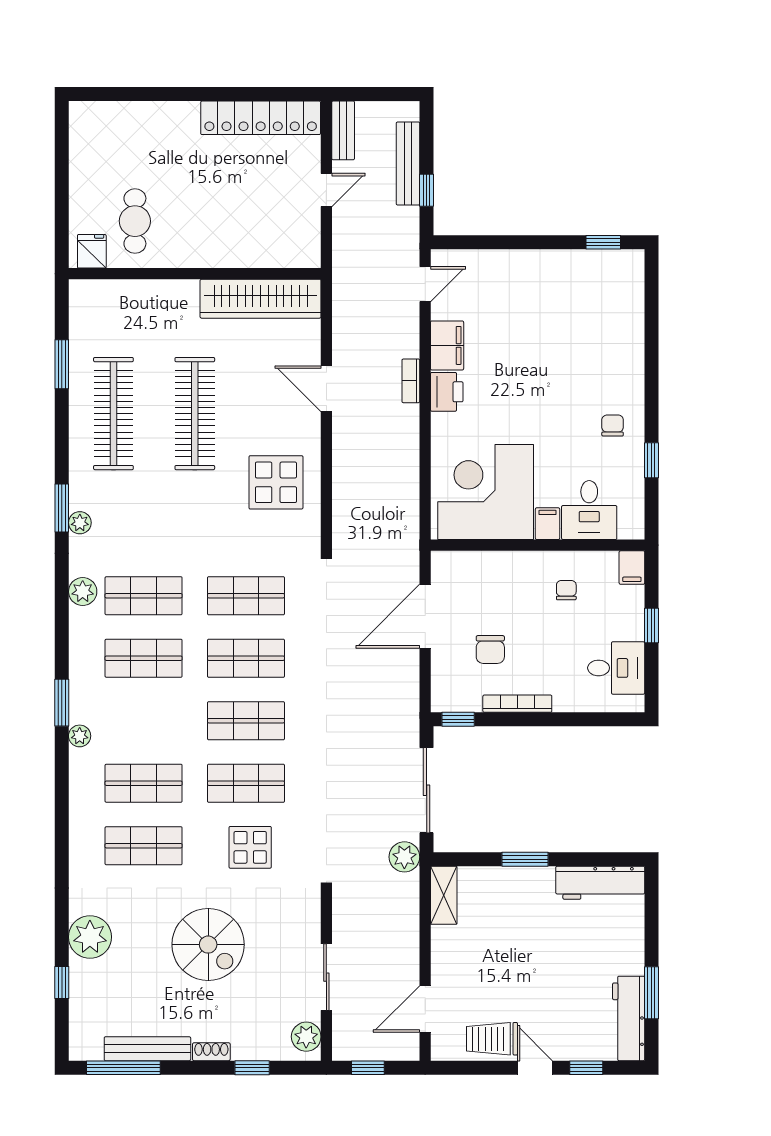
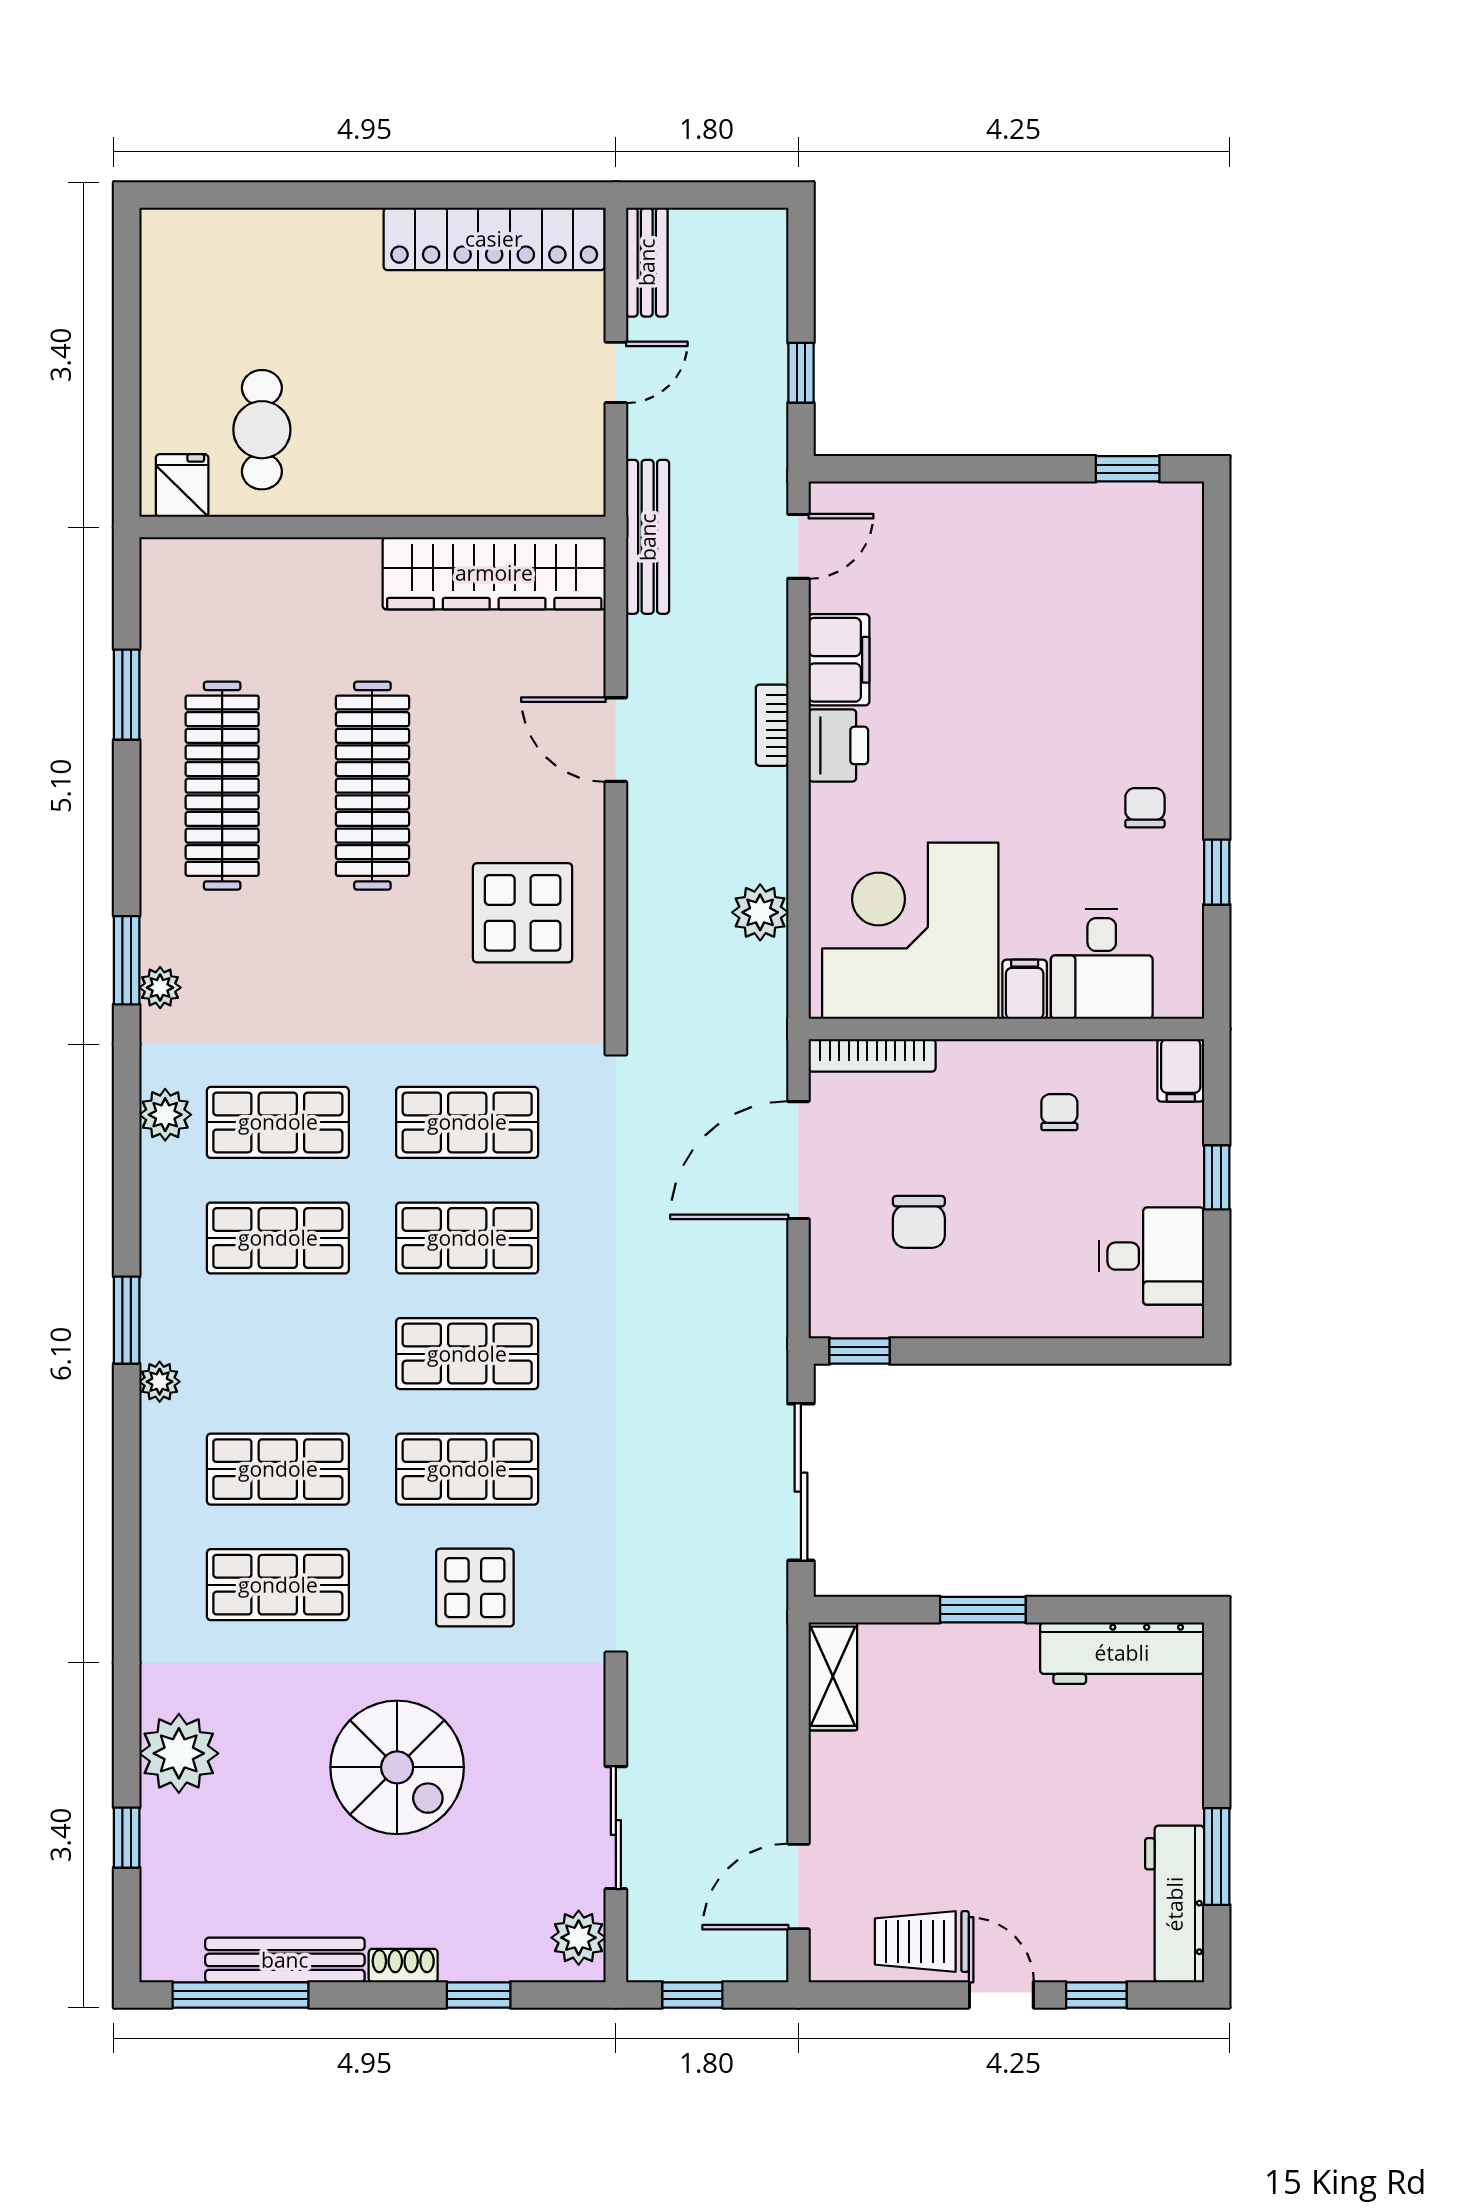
bench: (408, 163) -> (648, 537), moved
bookcase: (517, 704) -> (872, 1055), moved, turned 180
plant: (404, 857) -> (760, 912), moved

